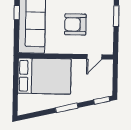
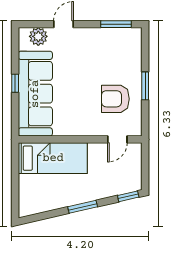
armchair: (75, 24) -> (115, 99), moved
bed: (44, 76) -> (53, 158), width x0.67

